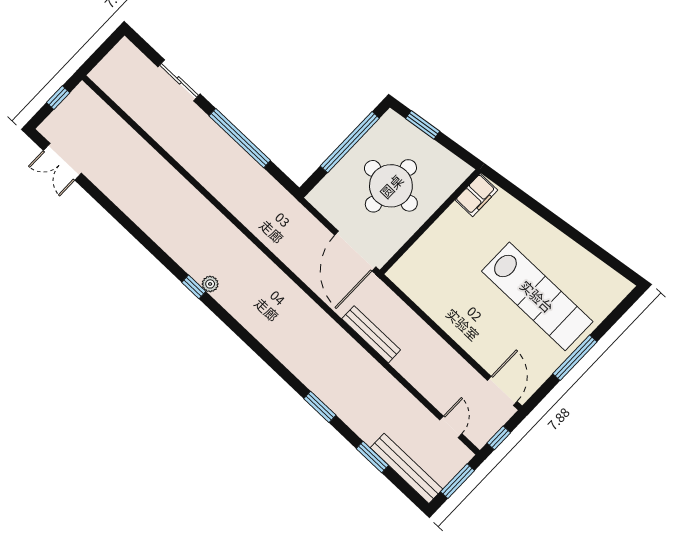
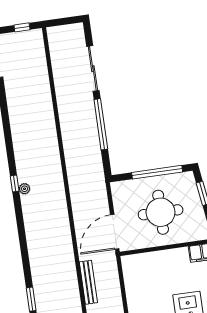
sliding door: (179, 80) -> (93, 69), width x1.37

